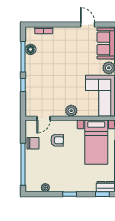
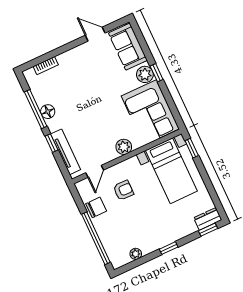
floor lamp: (31, 49) -> (48, 112), moved
tv unit: (30, 95) -> (66, 152), added

